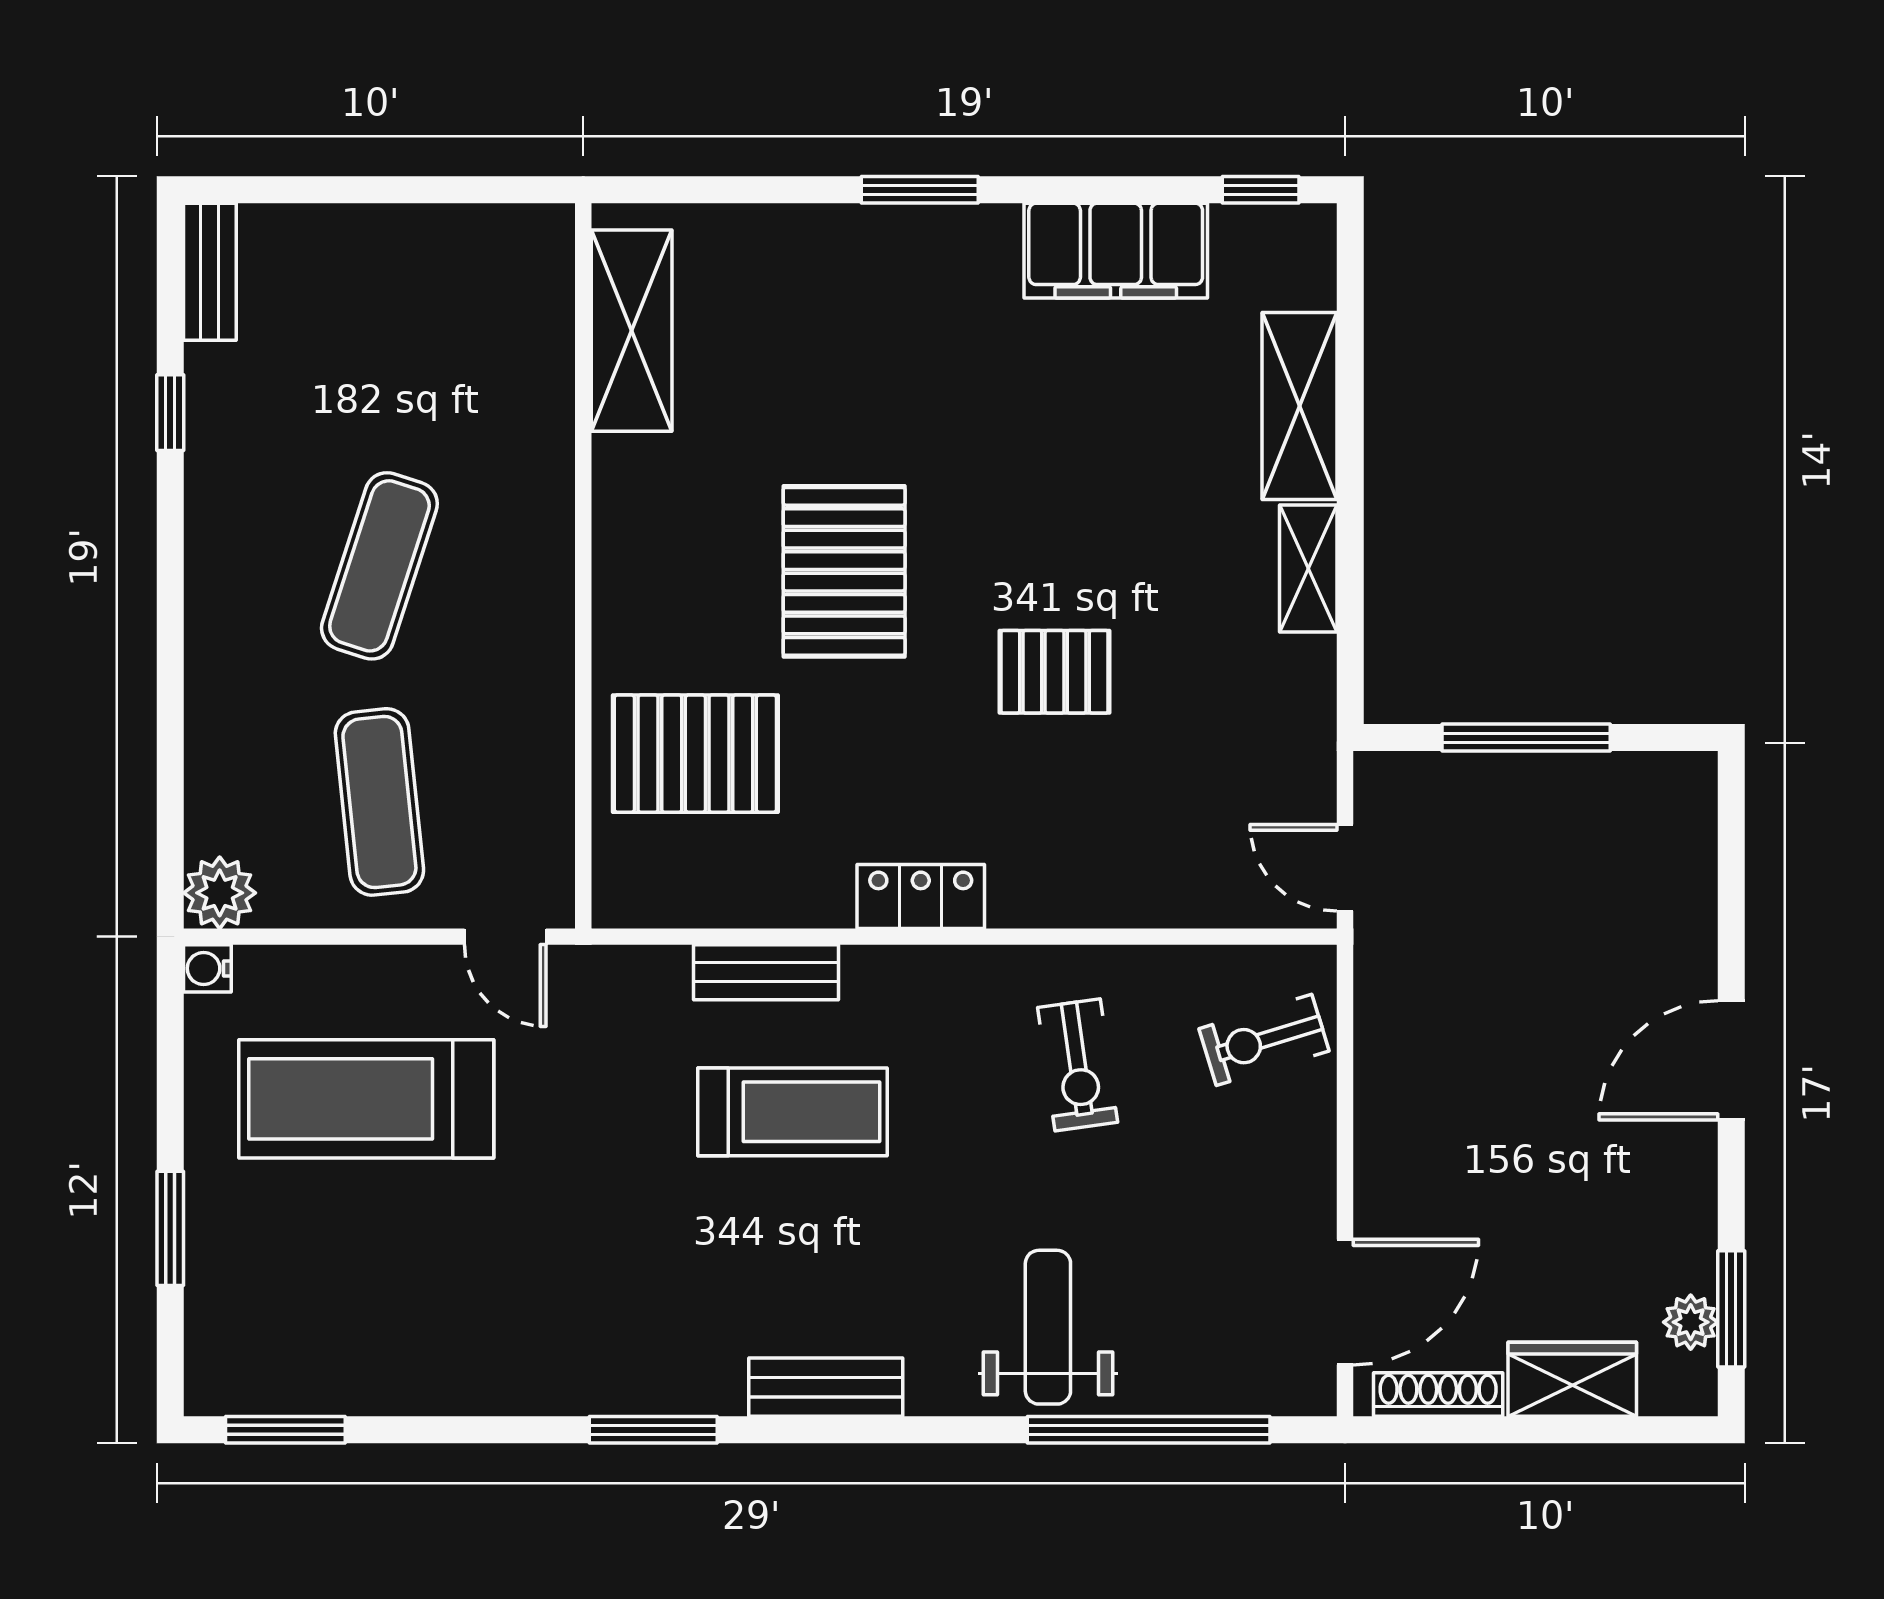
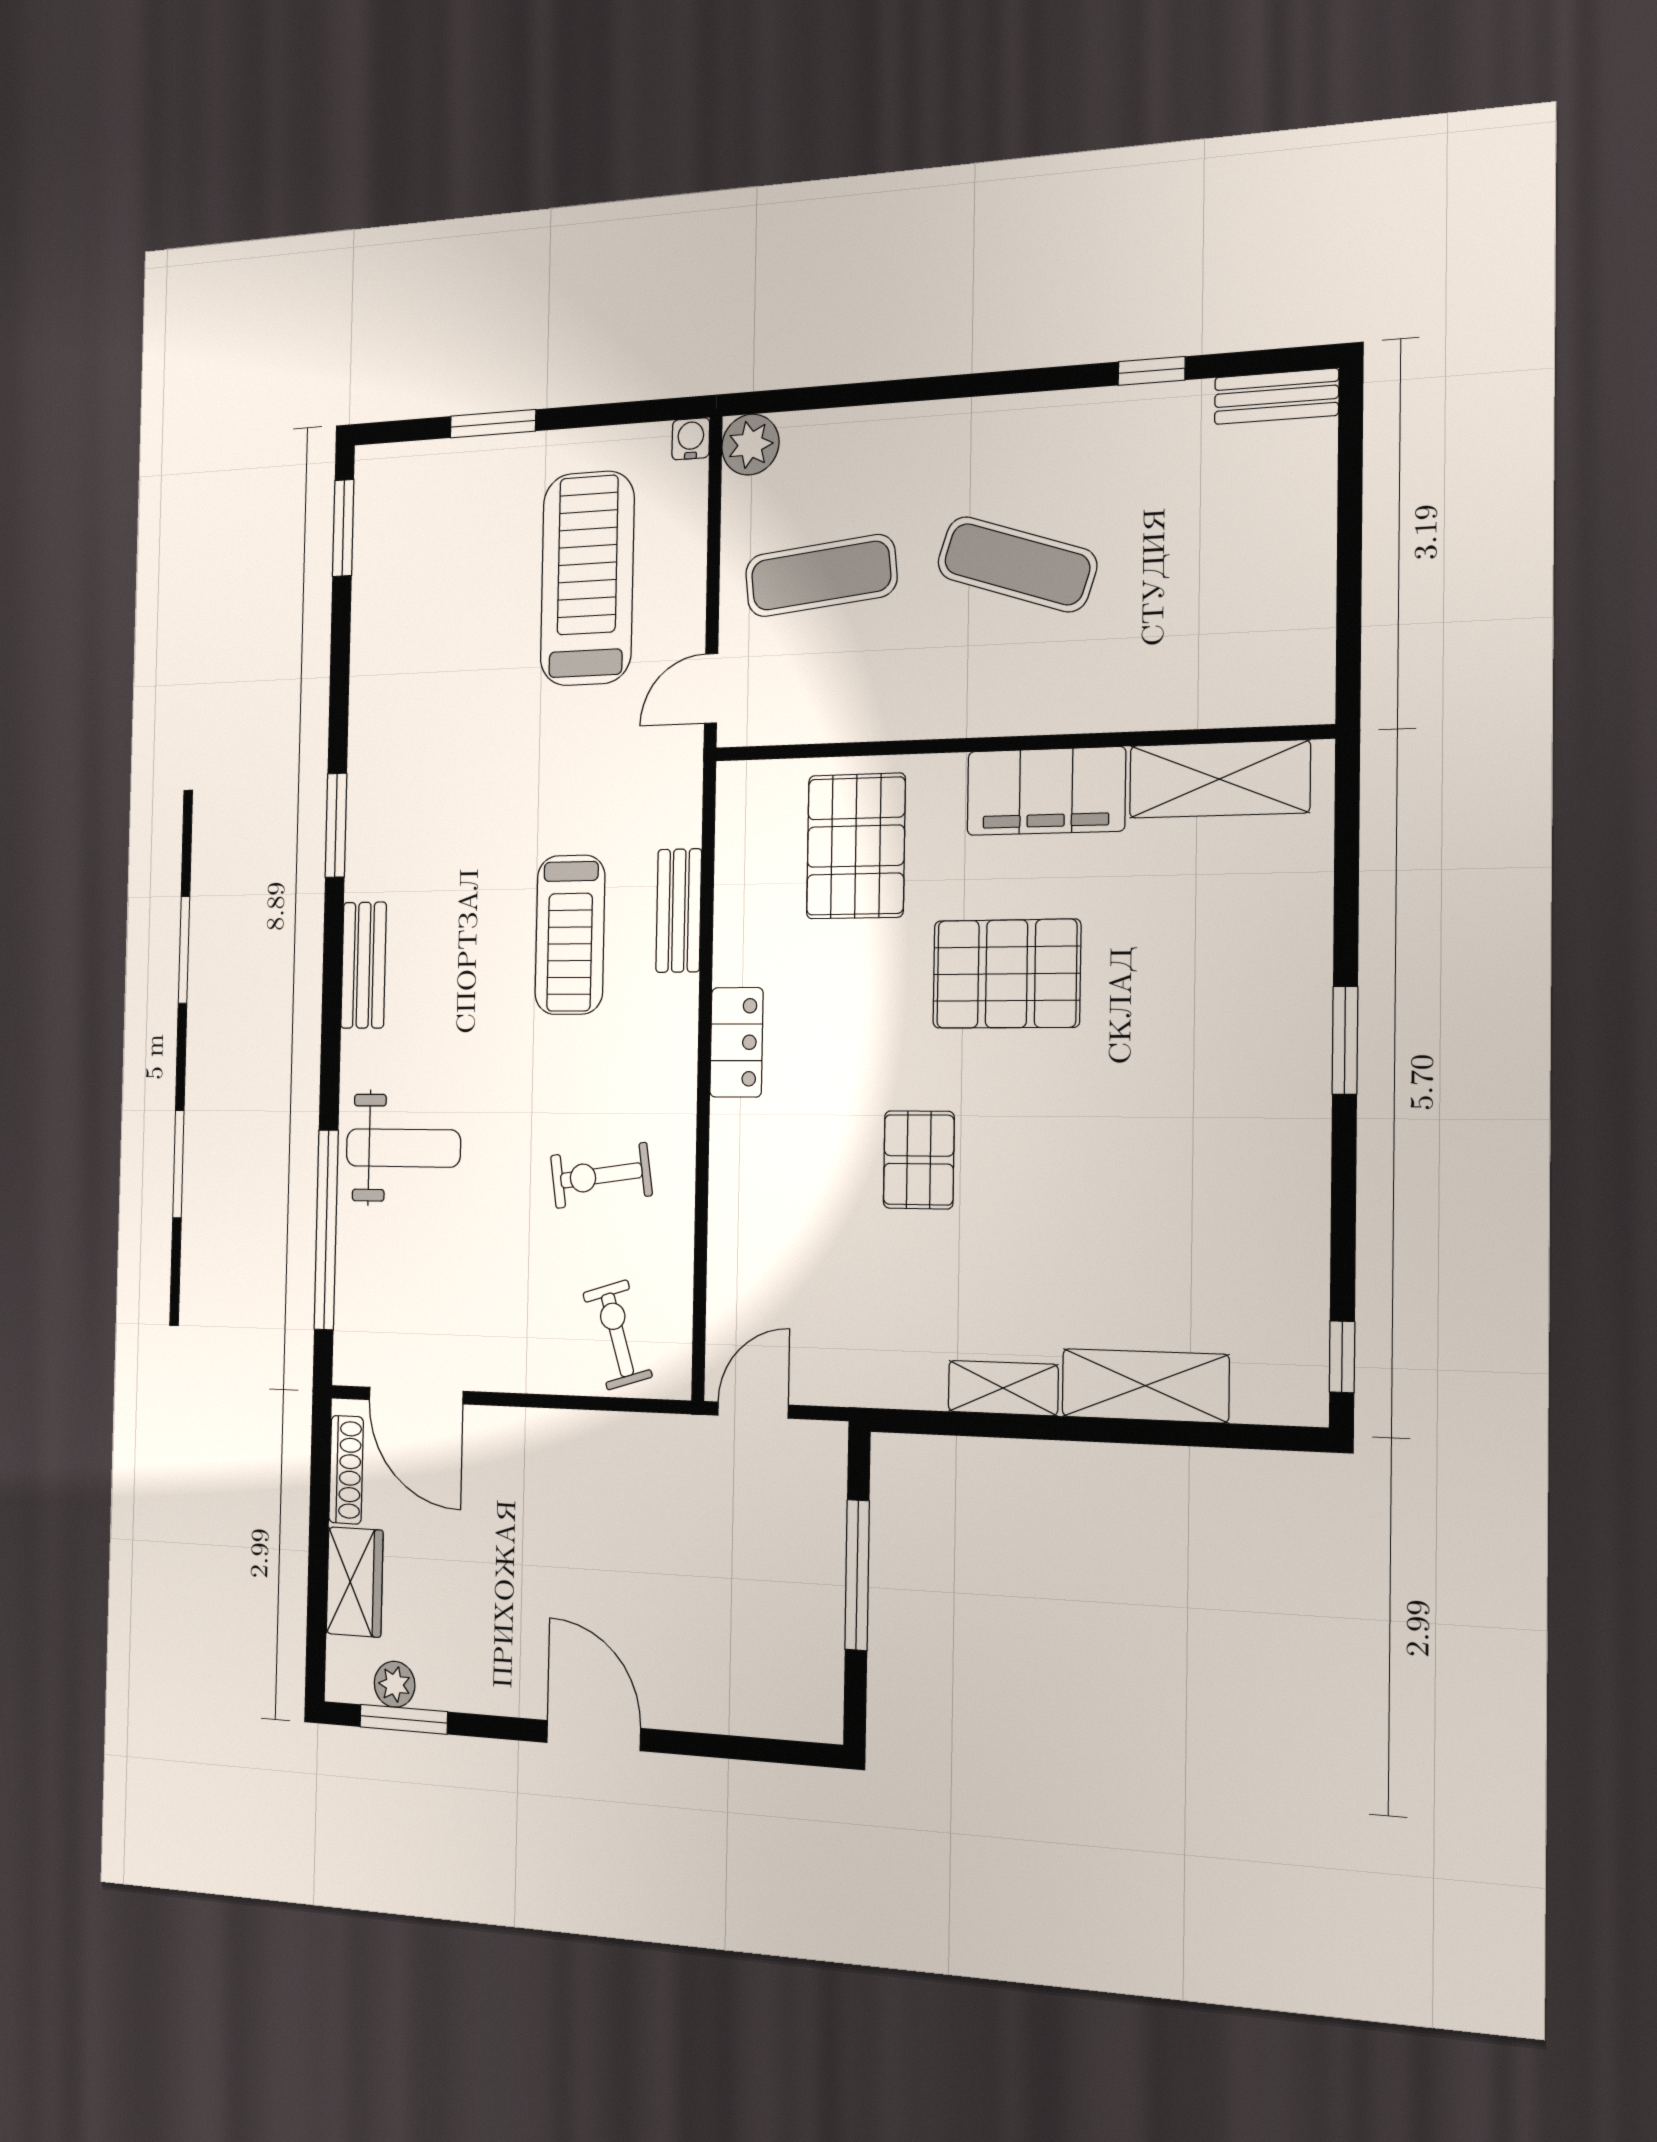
filing cabinet: (1116, 251) -> (1046, 791), moved, turned -90

